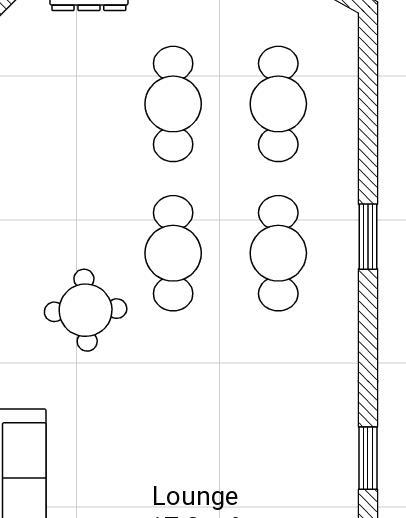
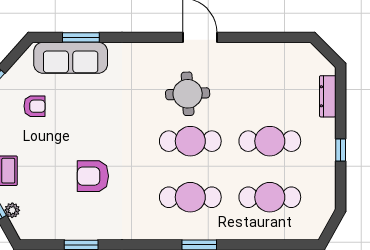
round table: (86, 310) -> (188, 94), moved
armchair: (239, 436) -> (93, 176), added

